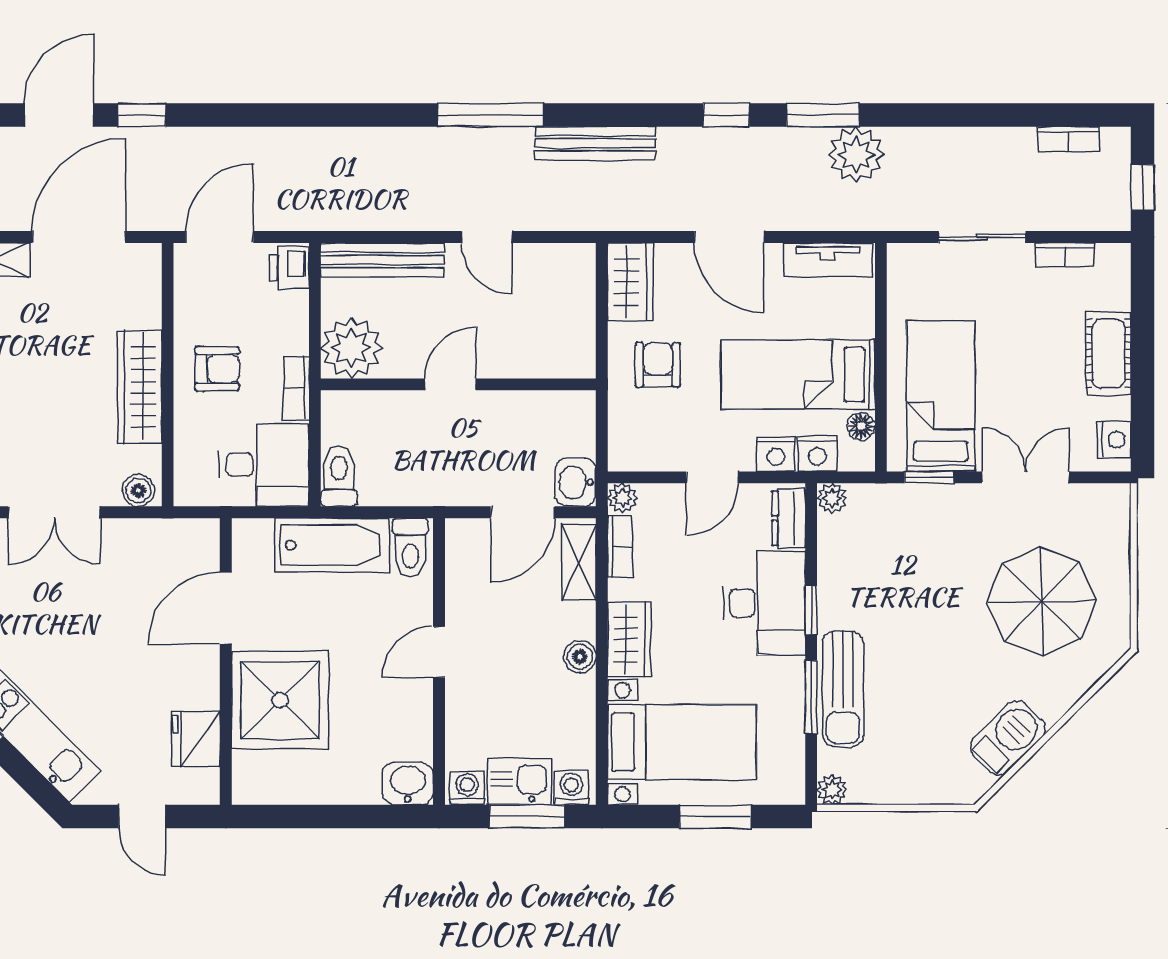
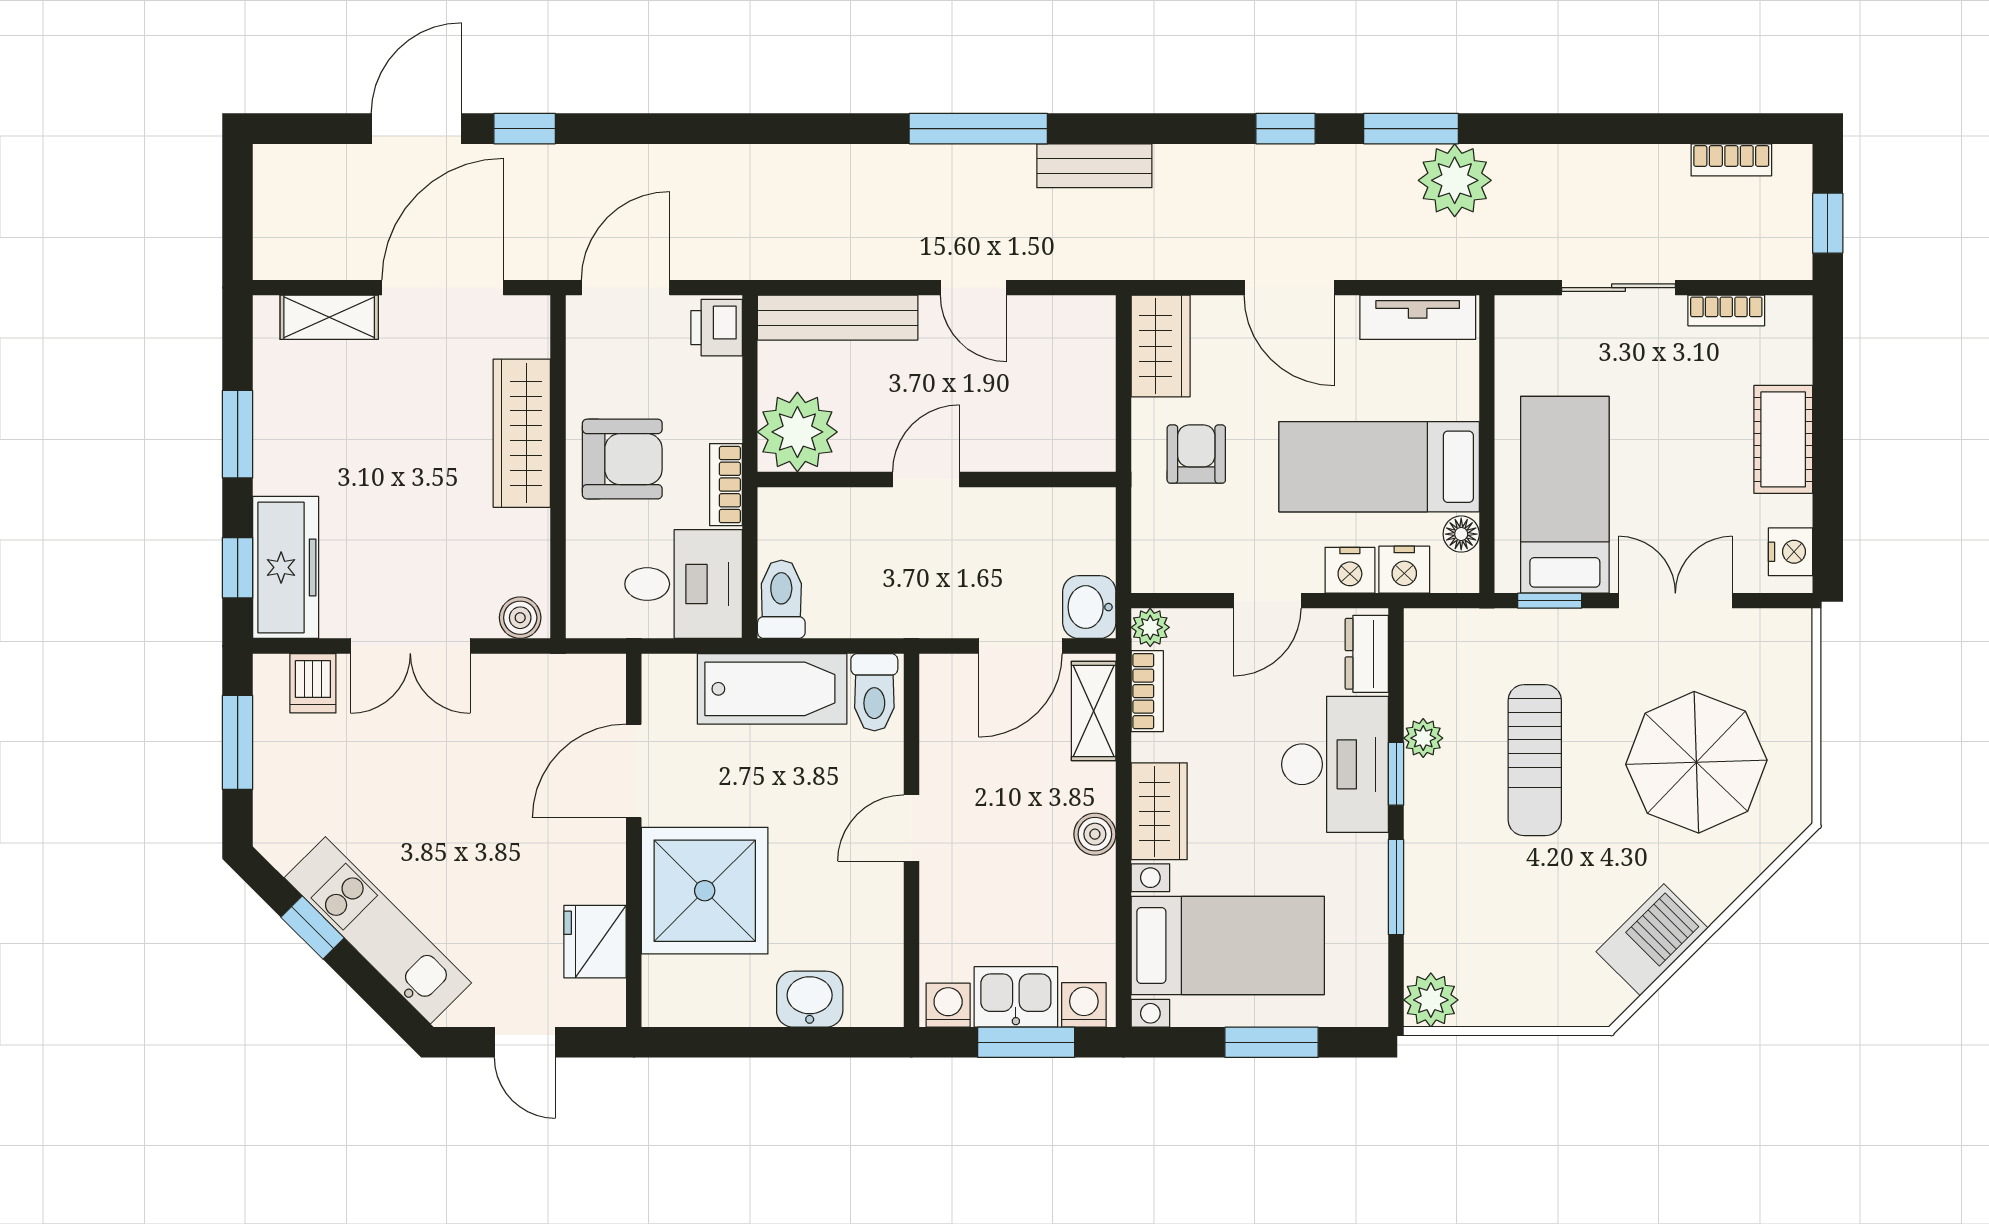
bench: (595, 143) -> (1094, 166), width x0.73
armchair: (217, 369) -> (622, 459), width x1.38, depth x1.38
wardrobe: (140, 387) -> (522, 433), moved
plant: (832, 498) -> (1423, 738), moved
sun lounger: (843, 689) -> (1535, 760), moved
washbasin: (408, 783) -> (810, 999), moved
plant: (832, 790) -> (1431, 1000), width x1.38, depth x1.38

